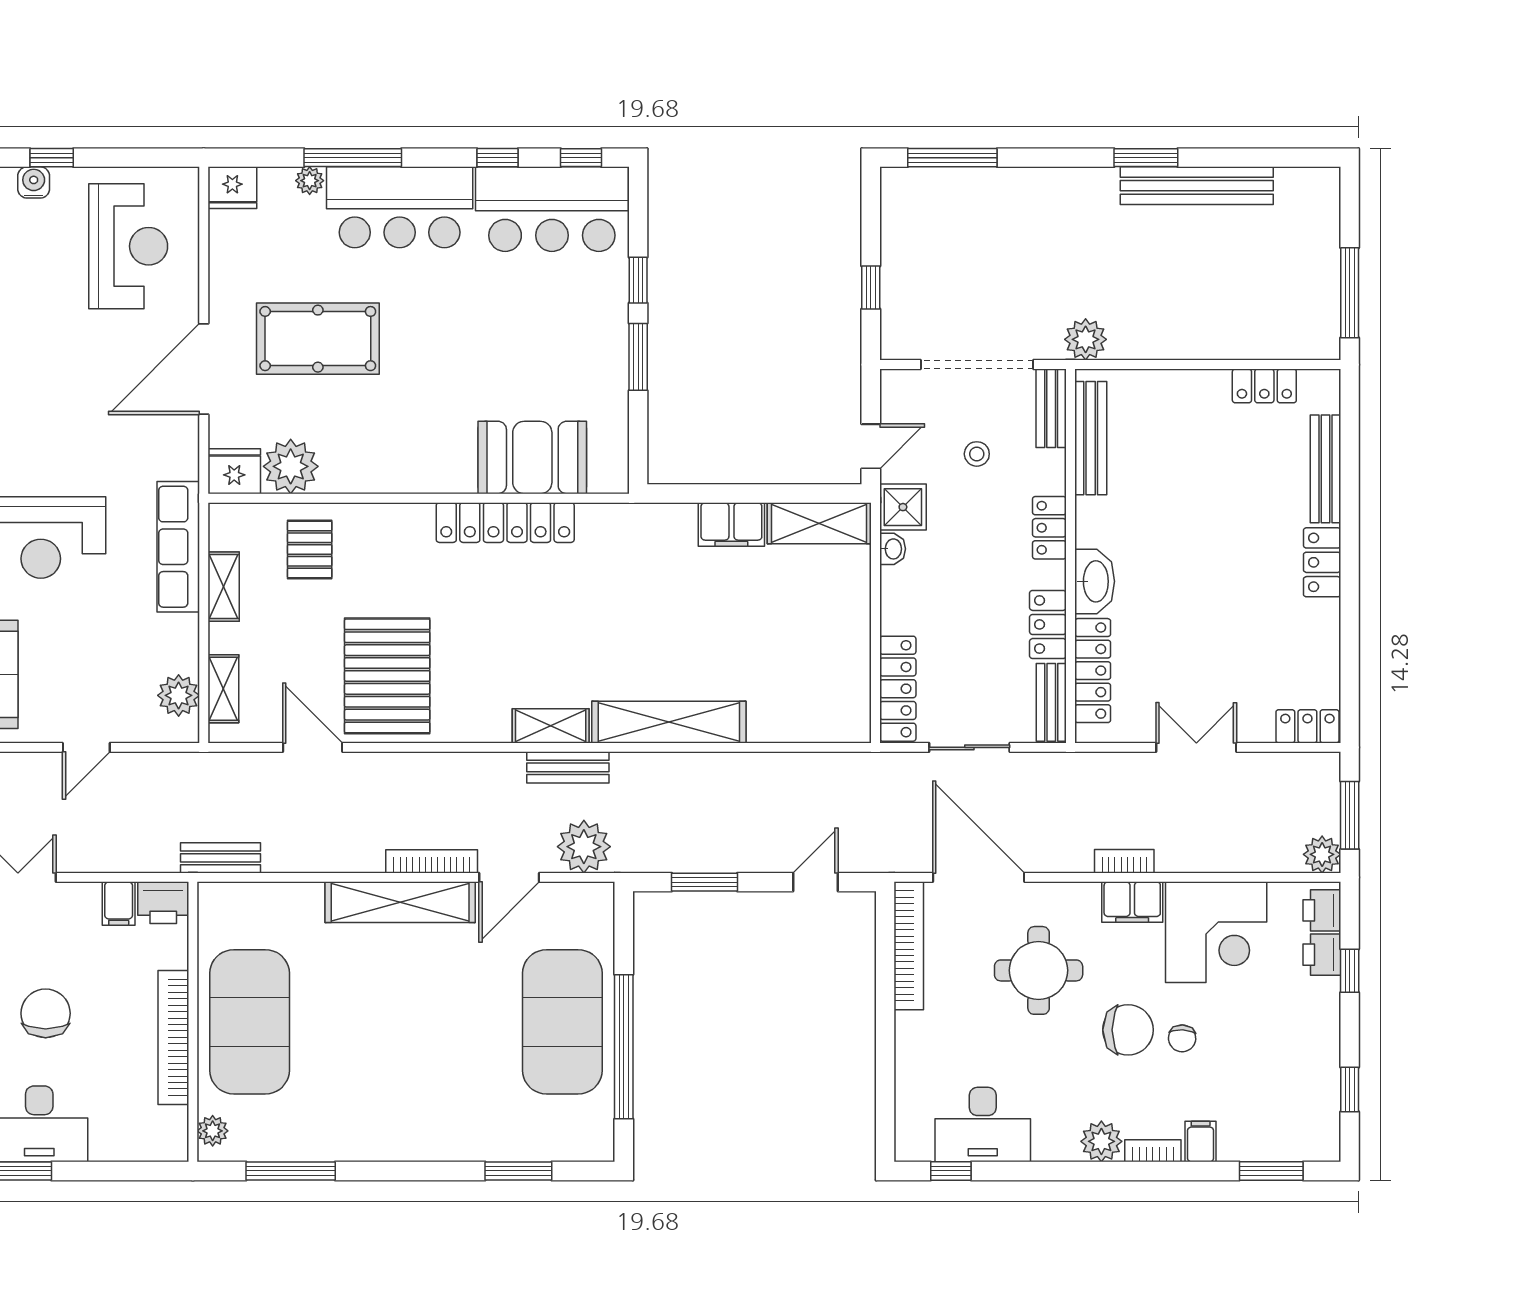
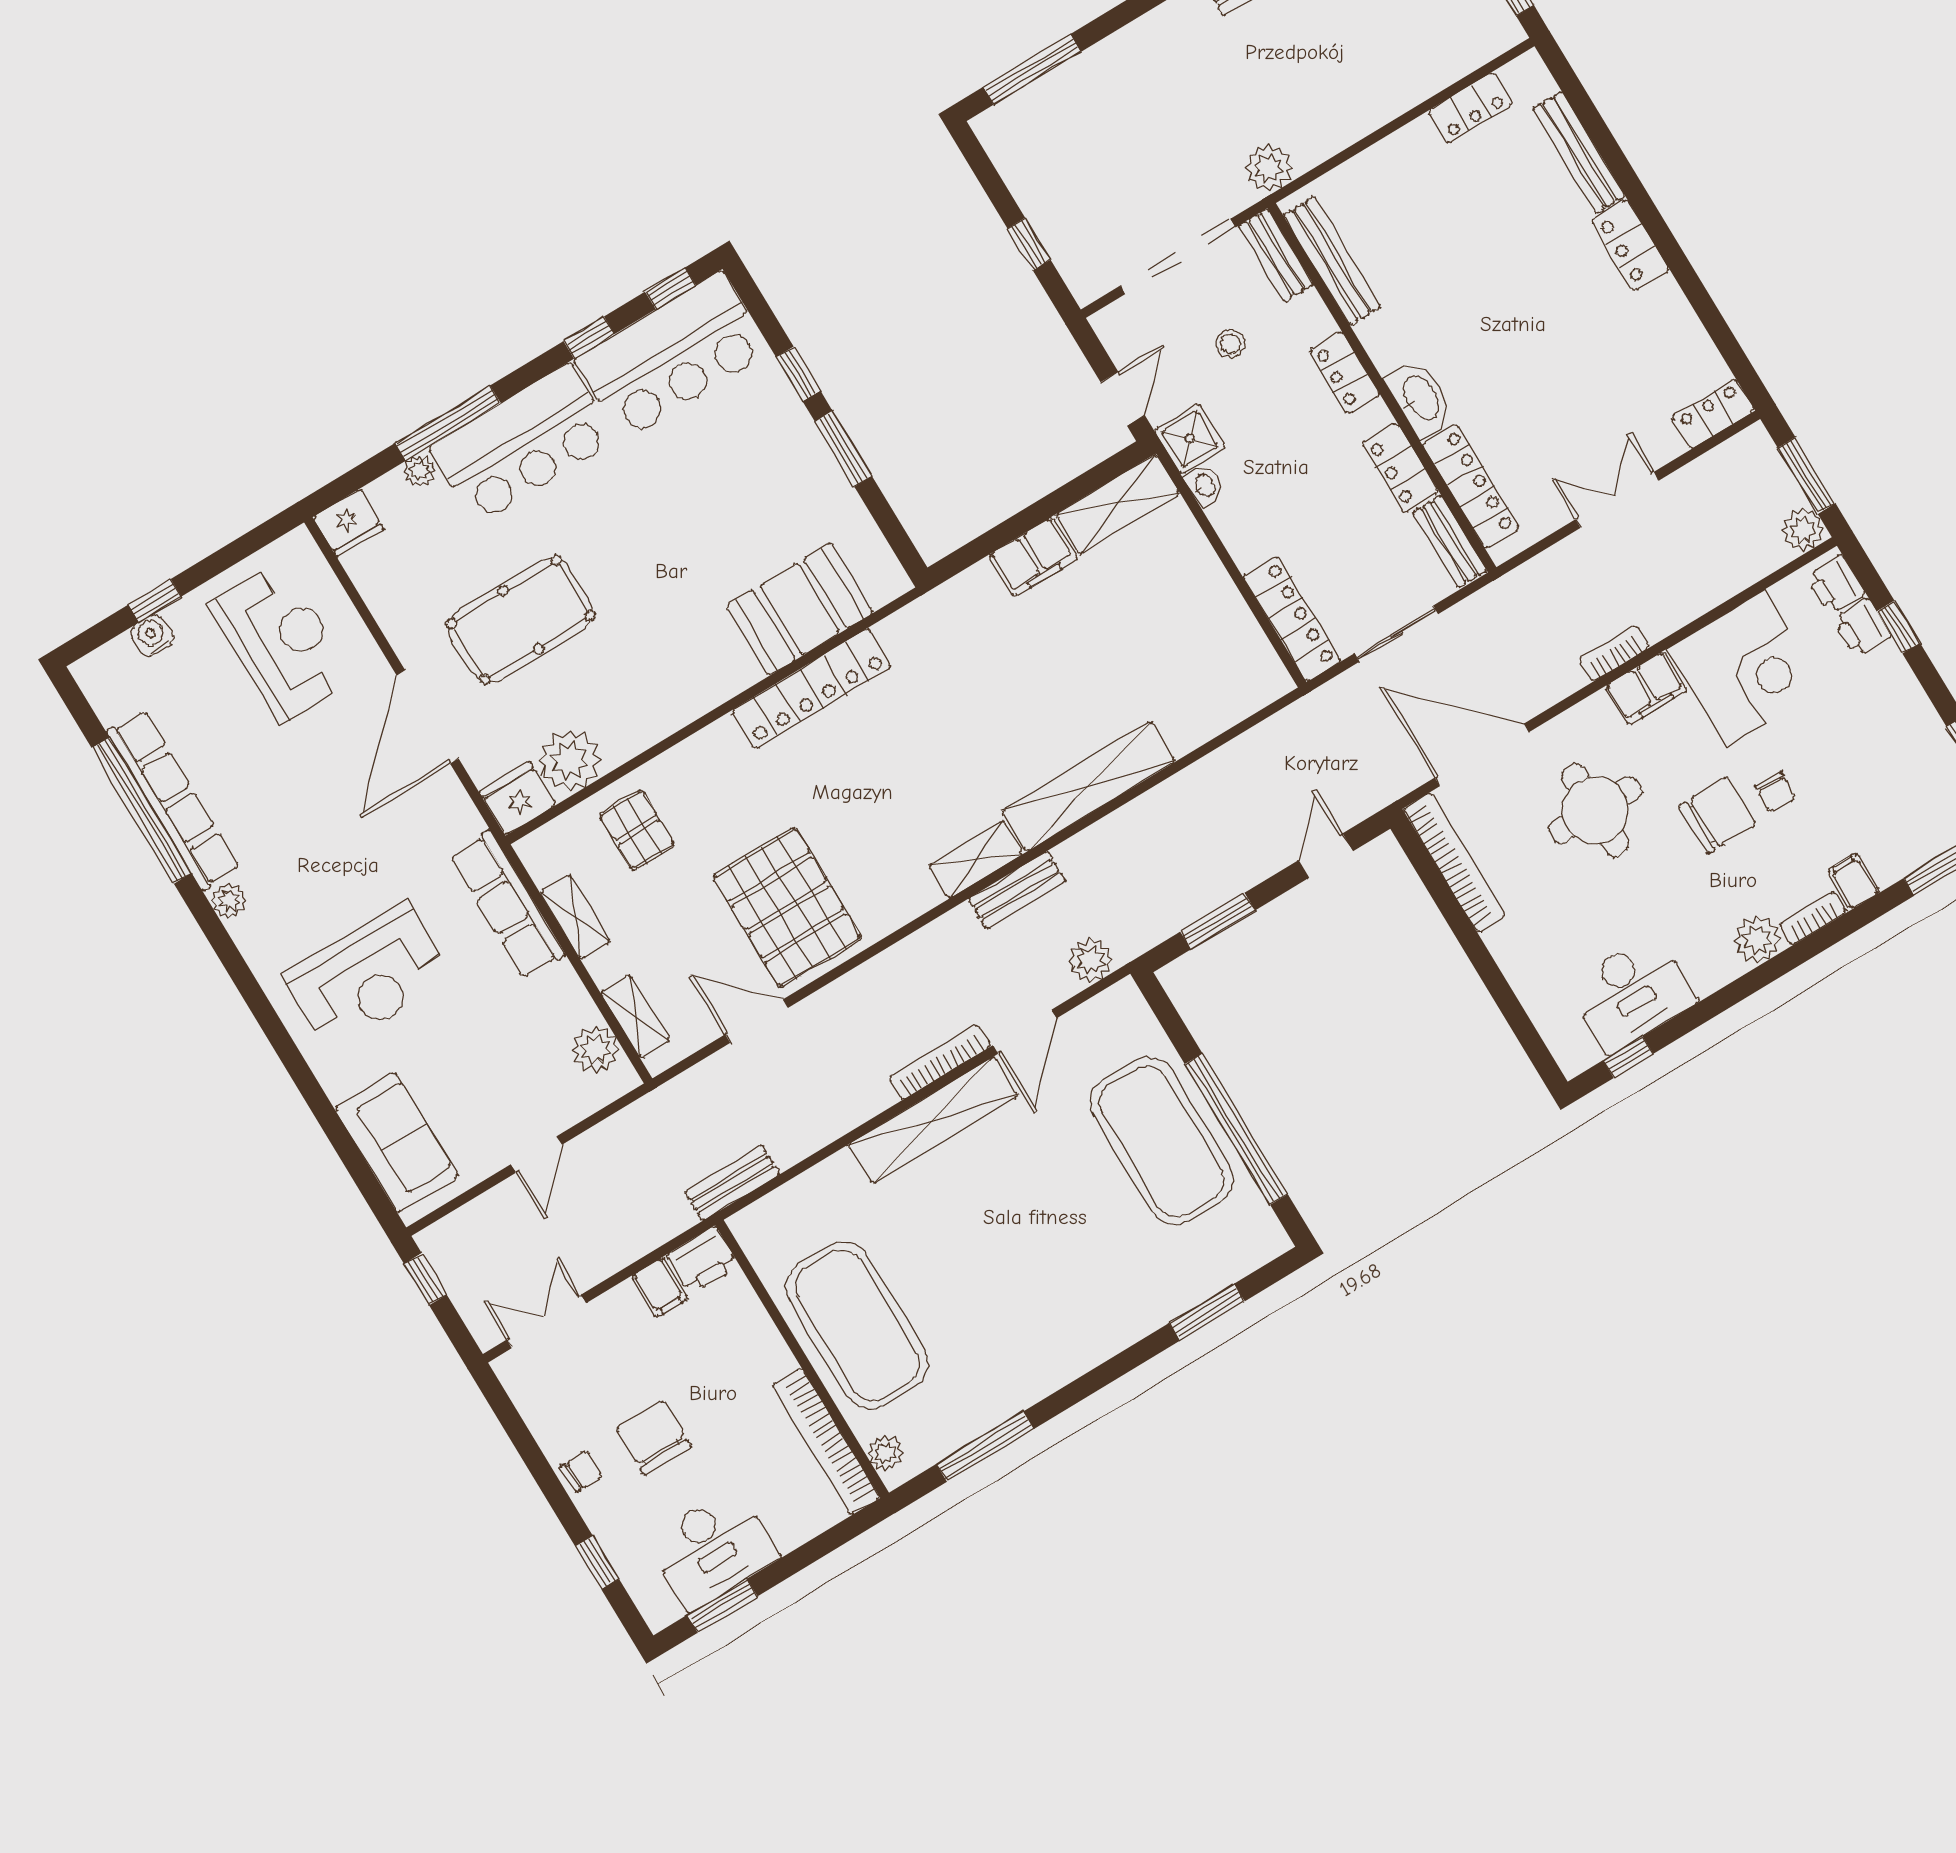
plant: (584, 847) -> (1090, 960), width x0.73, depth x0.73
bookcase: (173, 1037) -> (826, 1442), moved

